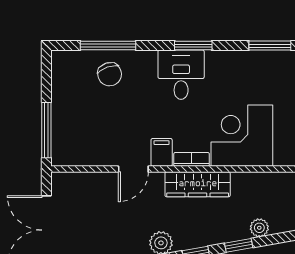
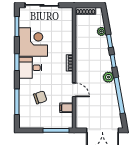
chair: (110, 74) -> (40, 97), moved
corner desk: (242, 136) -> (33, 42), moved, turned 180
filing cabinet: (162, 152) -> (66, 108), moved
wardrobe: (198, 184) -> (81, 60), removed

